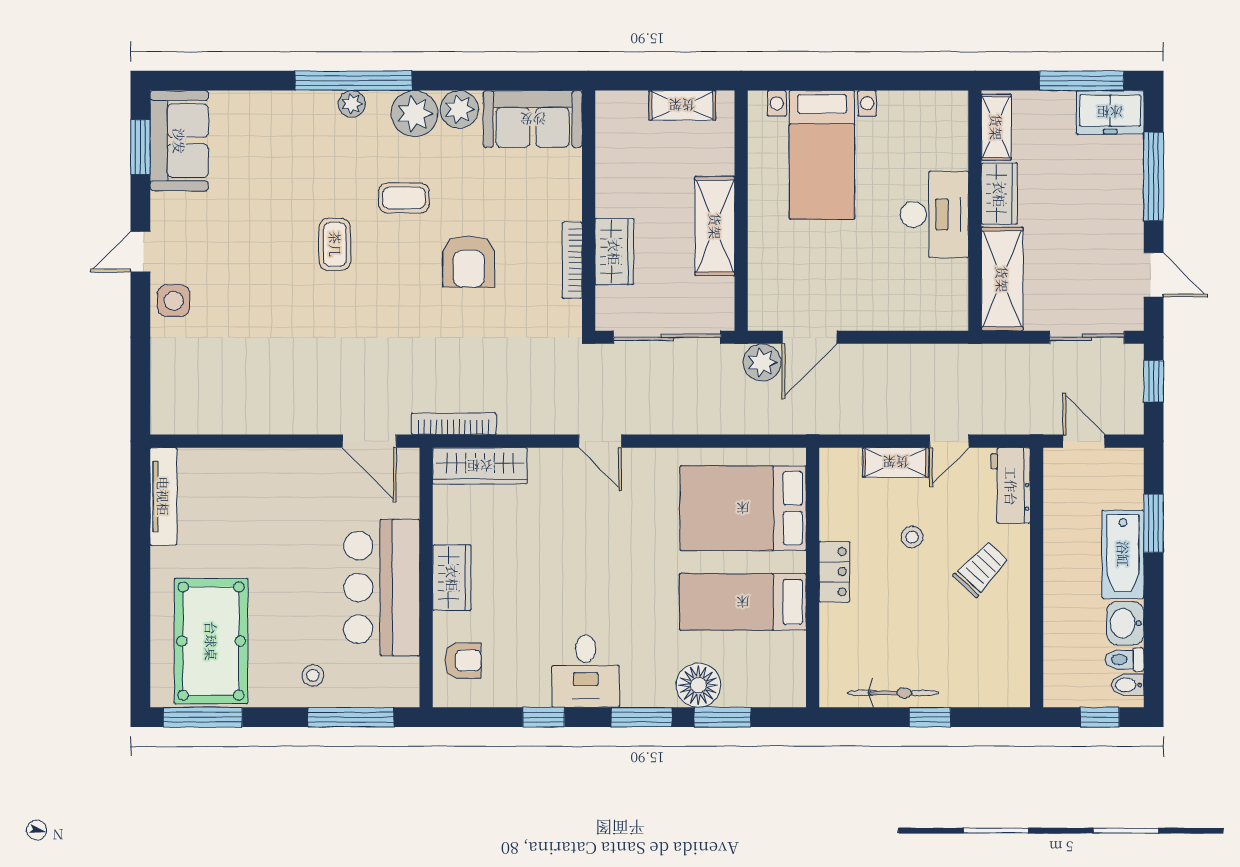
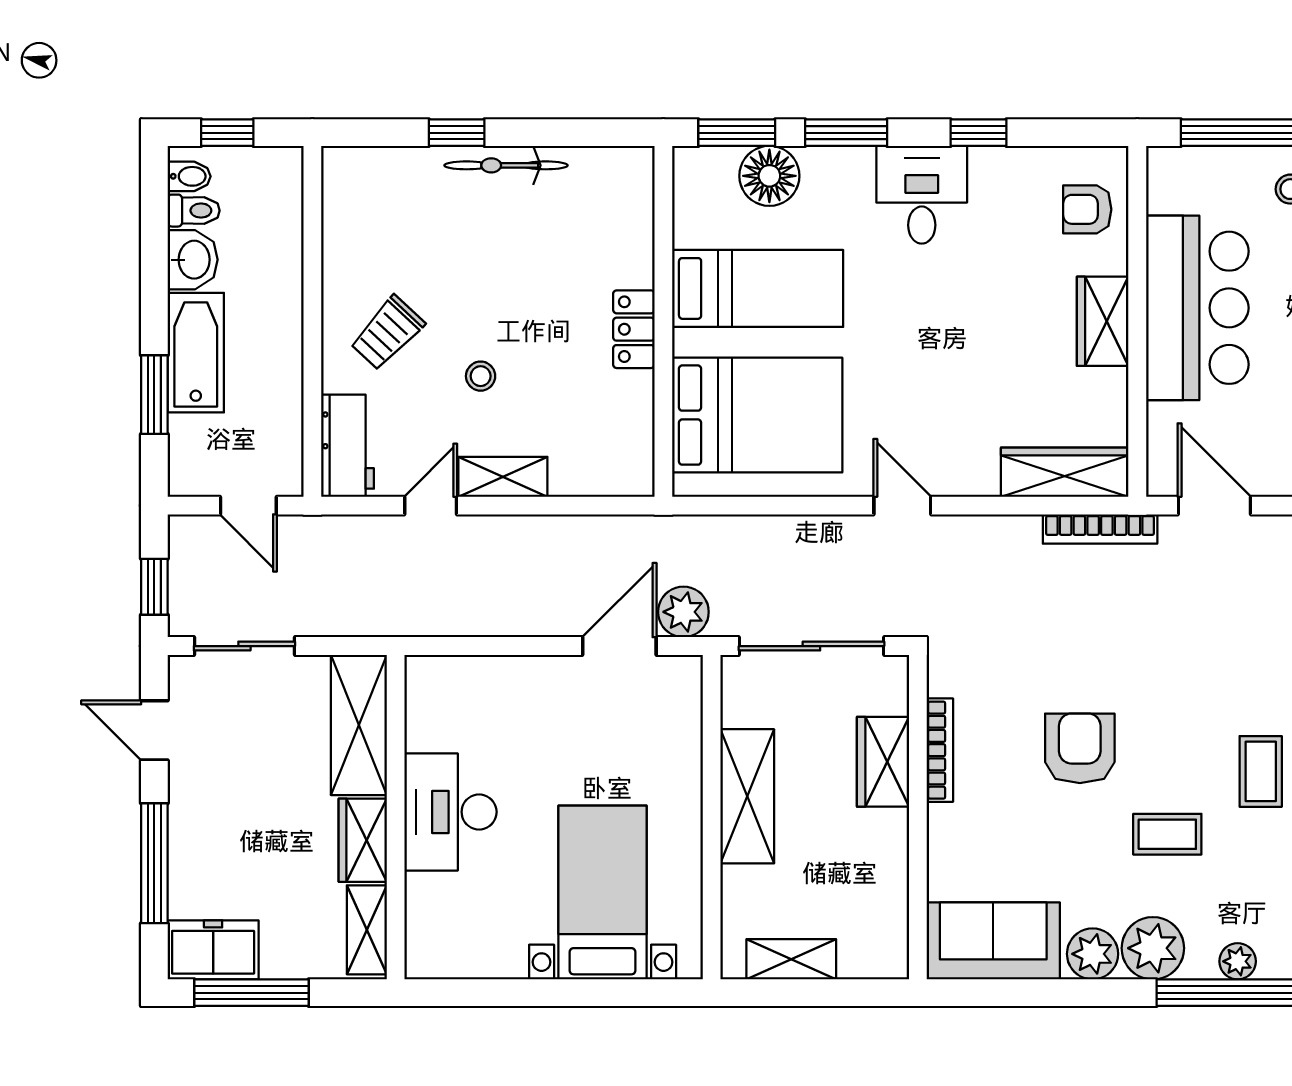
bed: (743, 508) -> (757, 415), moved
locker: (834, 572) -> (634, 329), moved
wall: (813, 578) -> (663, 321), moved
bed: (743, 602) -> (758, 288), moved

